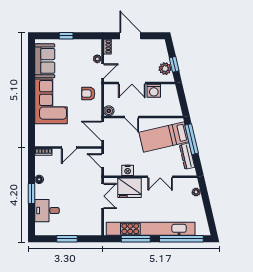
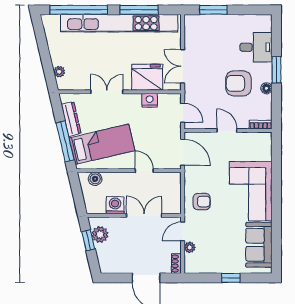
boiler: (109, 111) -> (95, 179), moved
door: (69, 147) -> (227, 131), hinge flipped
armchair: (60, 183) -> (238, 83), added
window: (67, 239) -> (213, 10), moved

